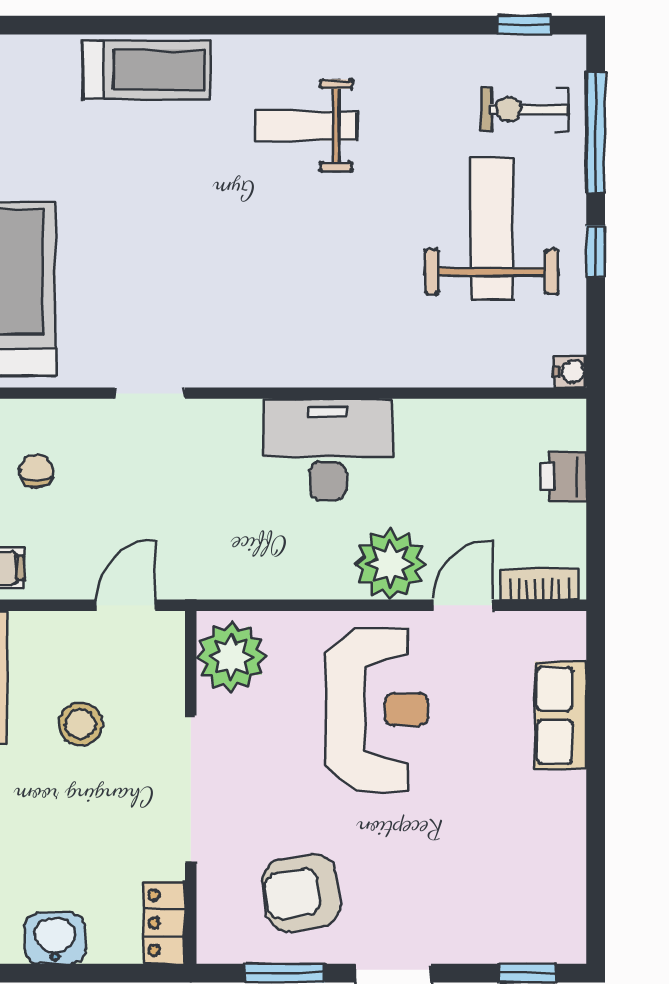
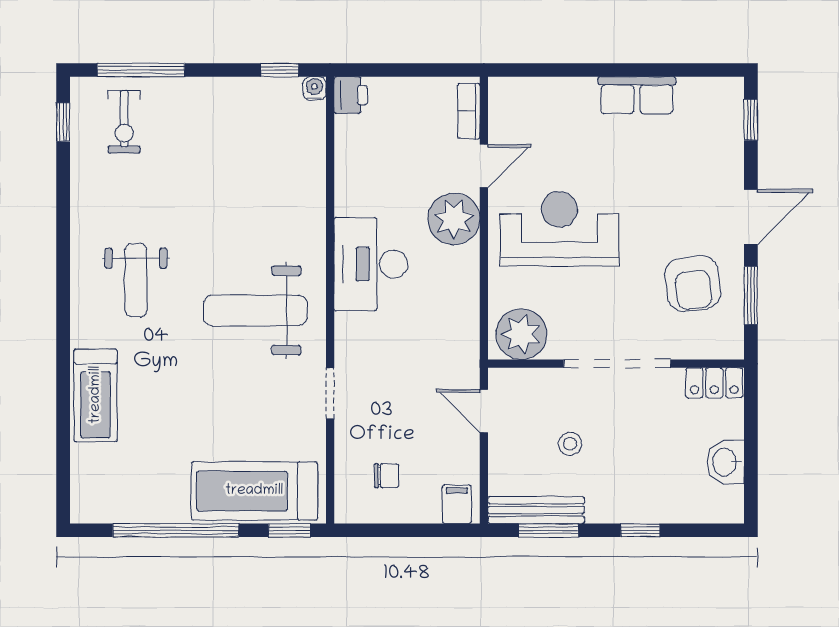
treadmill: (147, 70) -> (96, 395), turned 180
weight bench: (492, 229) -> (255, 310), moved
window: (596, 251) -> (280, 70), moved
chair: (36, 471) -> (387, 476), turned 180
printer: (563, 477) -> (351, 95), moved, turned -90
door: (463, 605) -> (484, 166), swing flipped
row of seats: (561, 715) -> (637, 95), moved
stool: (80, 724) -> (570, 444), width x0.73, depth x0.73

